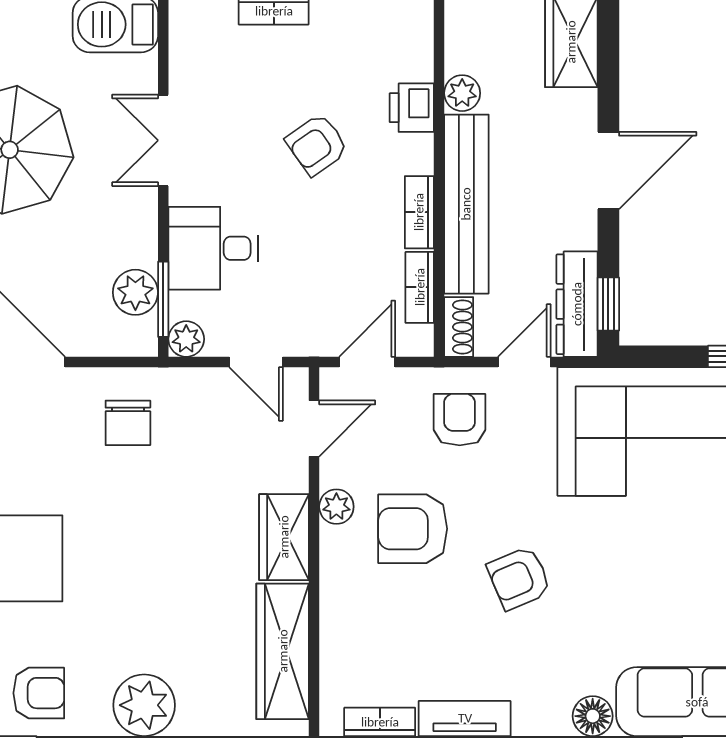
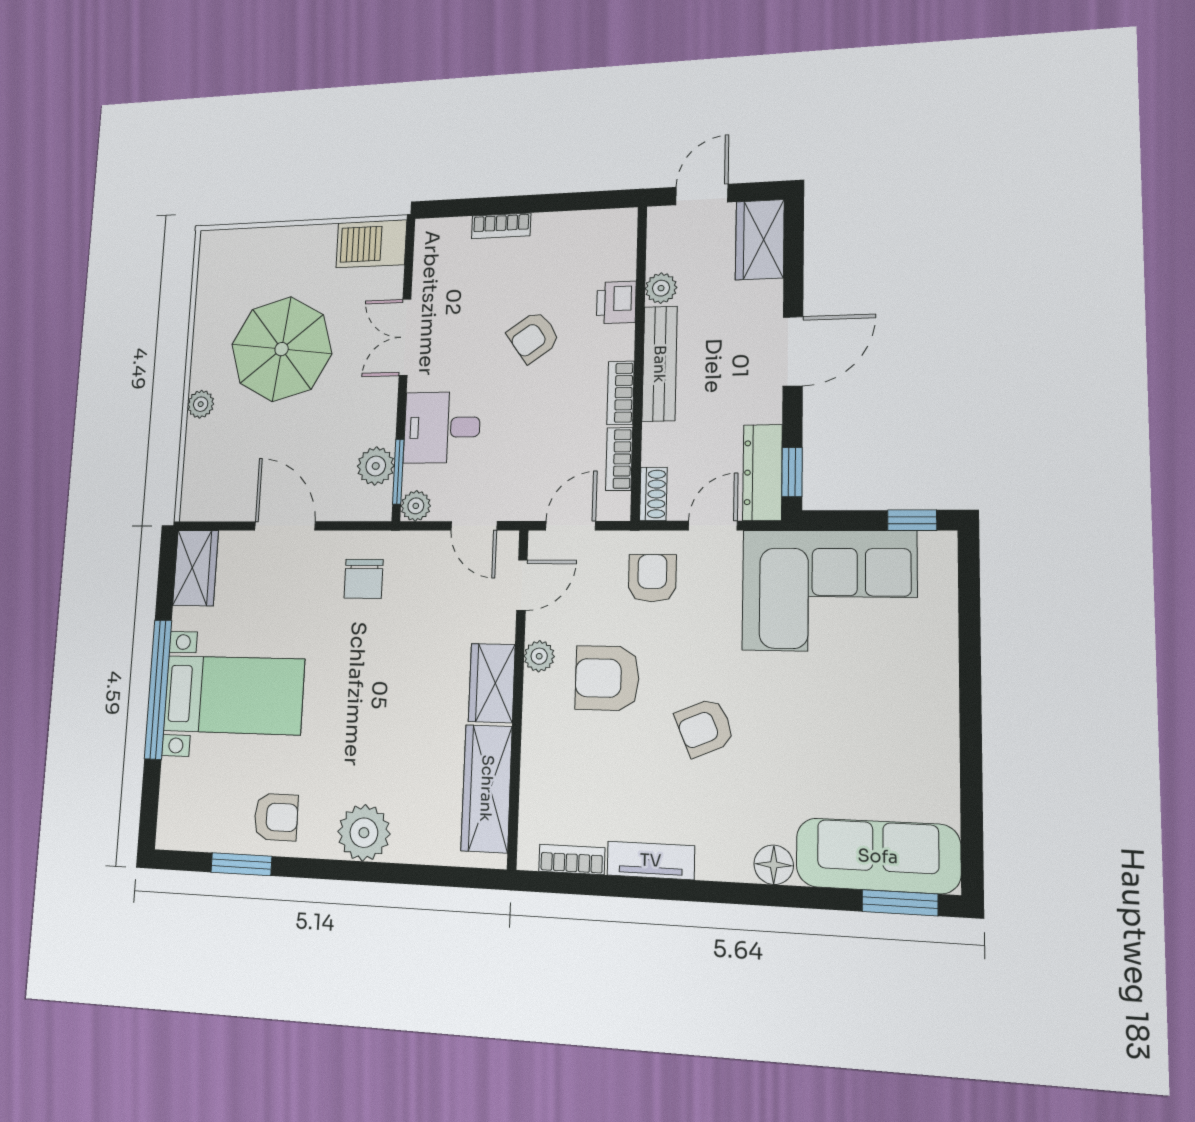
bench: (466, 204) -> (660, 364), width x0.73, depth x0.82

